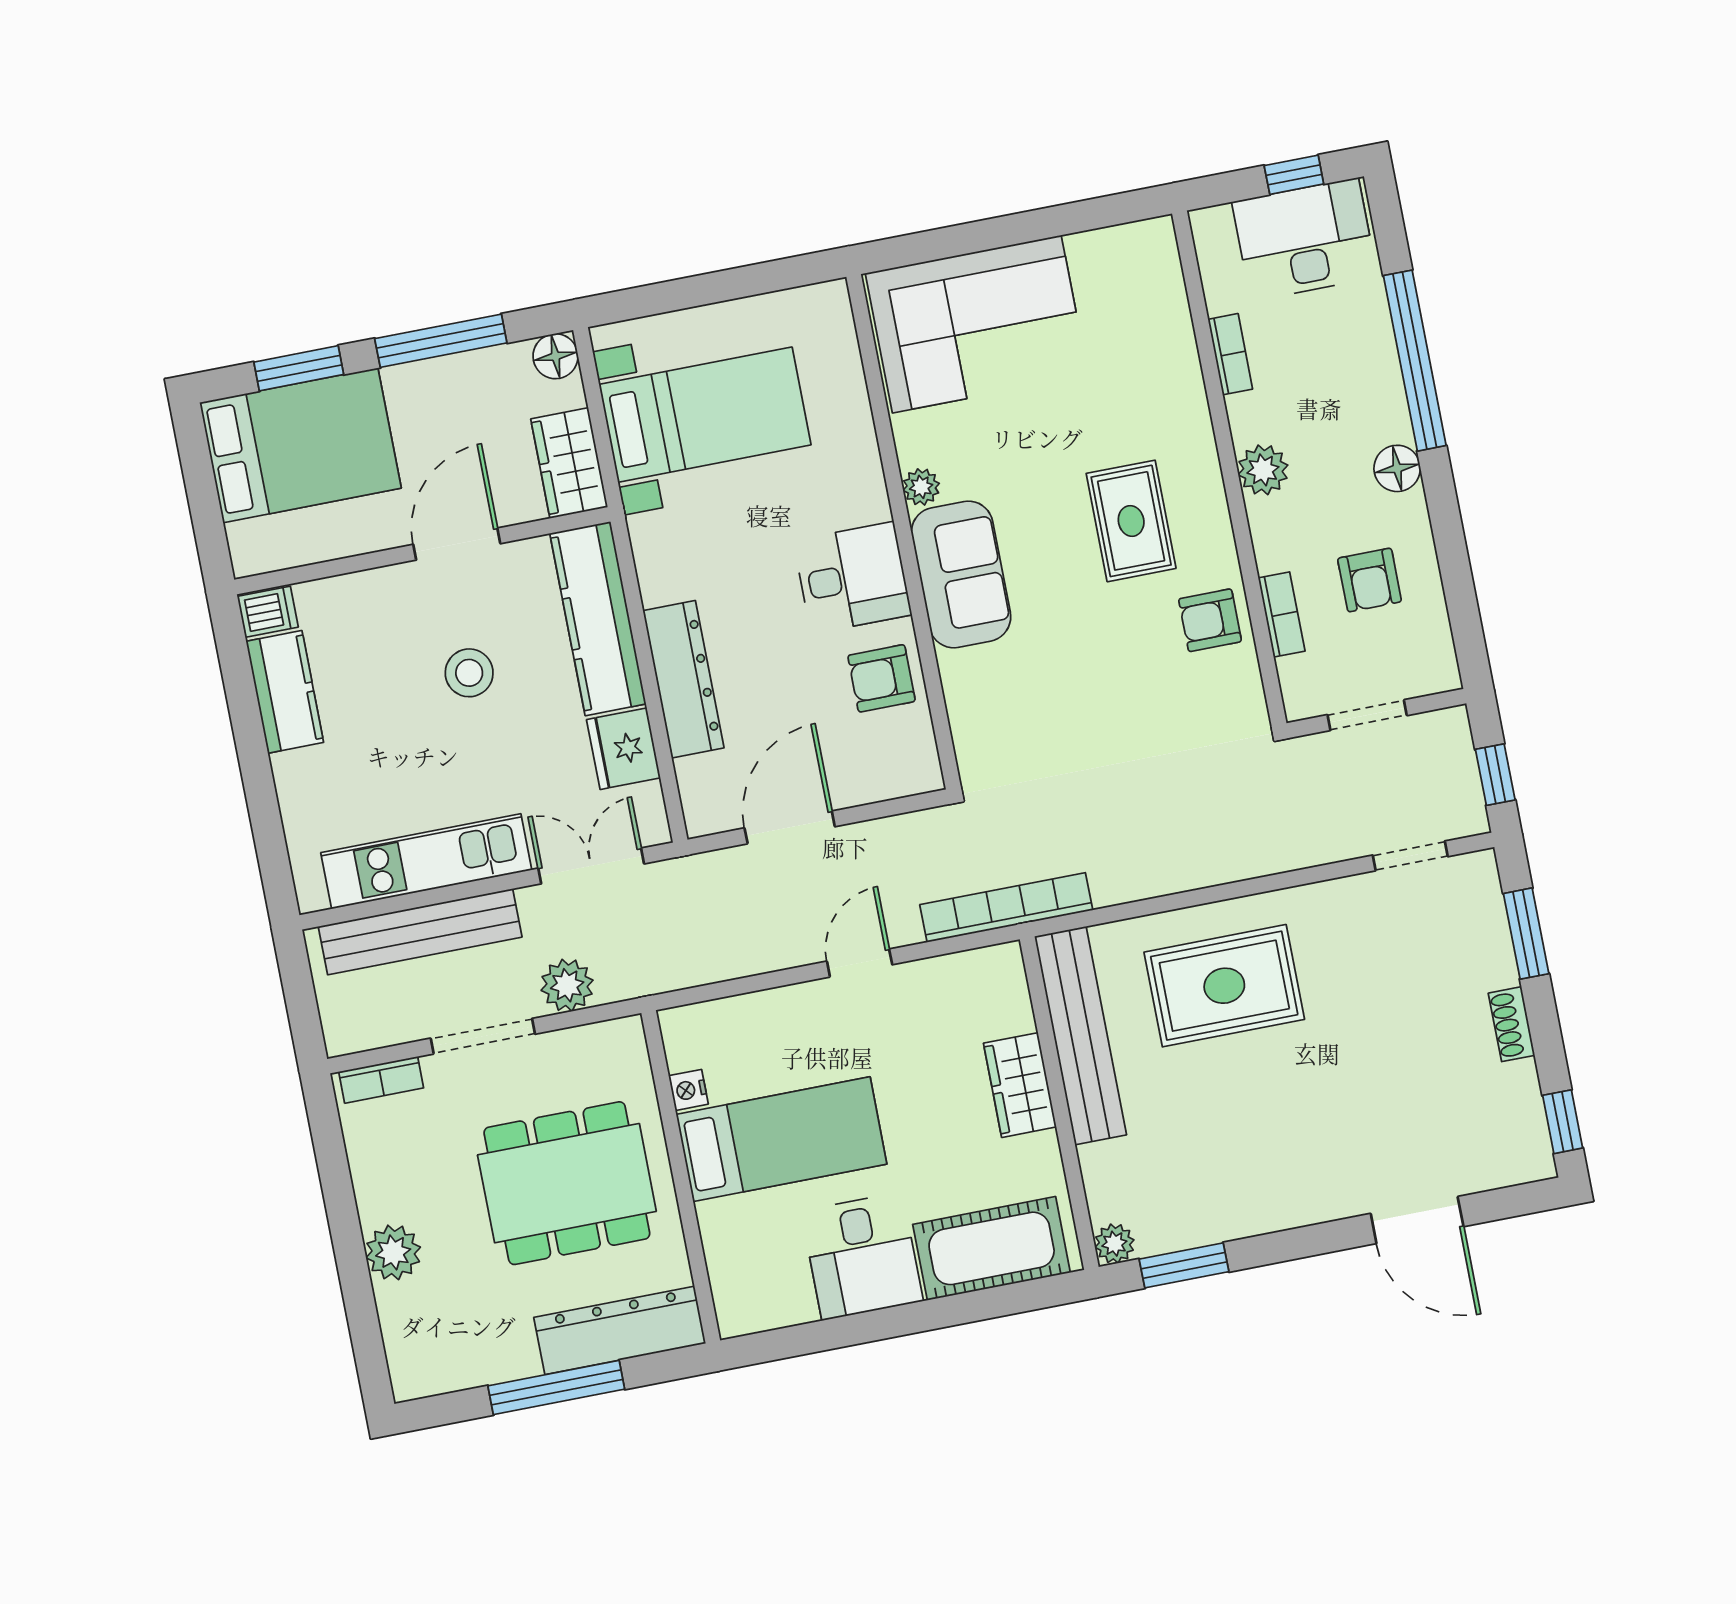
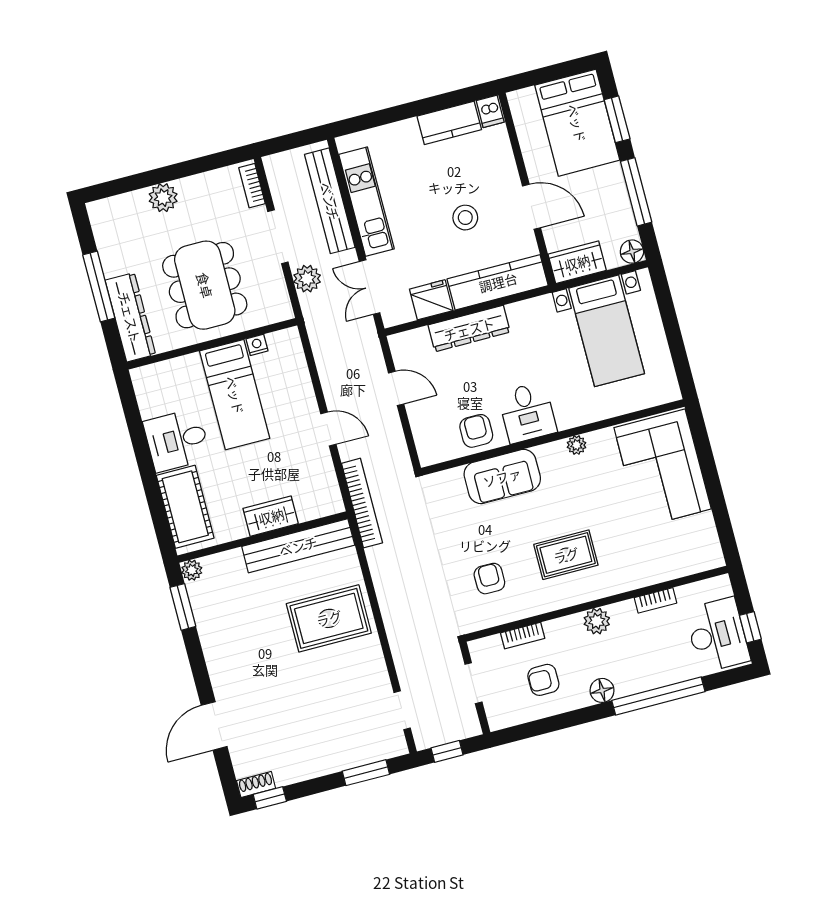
sofa: (961, 574) -> (502, 477), moved
armchair: (1210, 620) -> (489, 579), moved
door: (790, 827) -> (396, 388), width x0.73
double door: (591, 866) -> (370, 287), swing flipped
rug: (1224, 986) -> (329, 618), turned 90
shoe rack: (1512, 1024) -> (256, 785), moved

